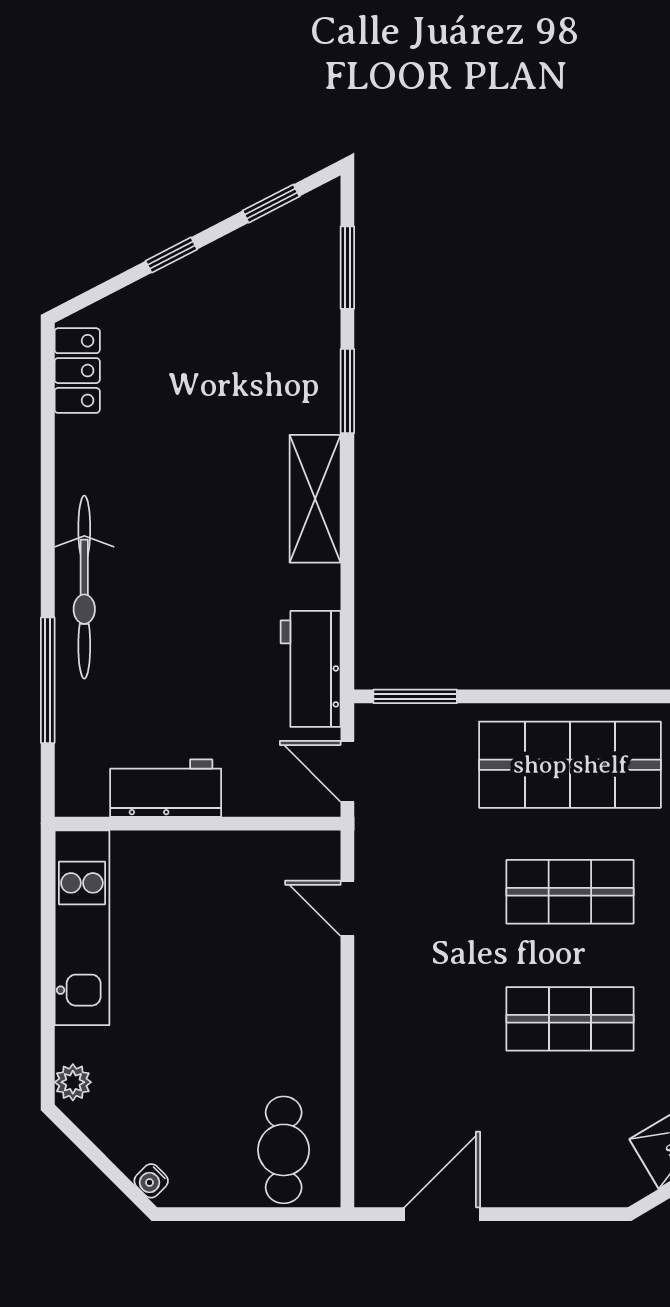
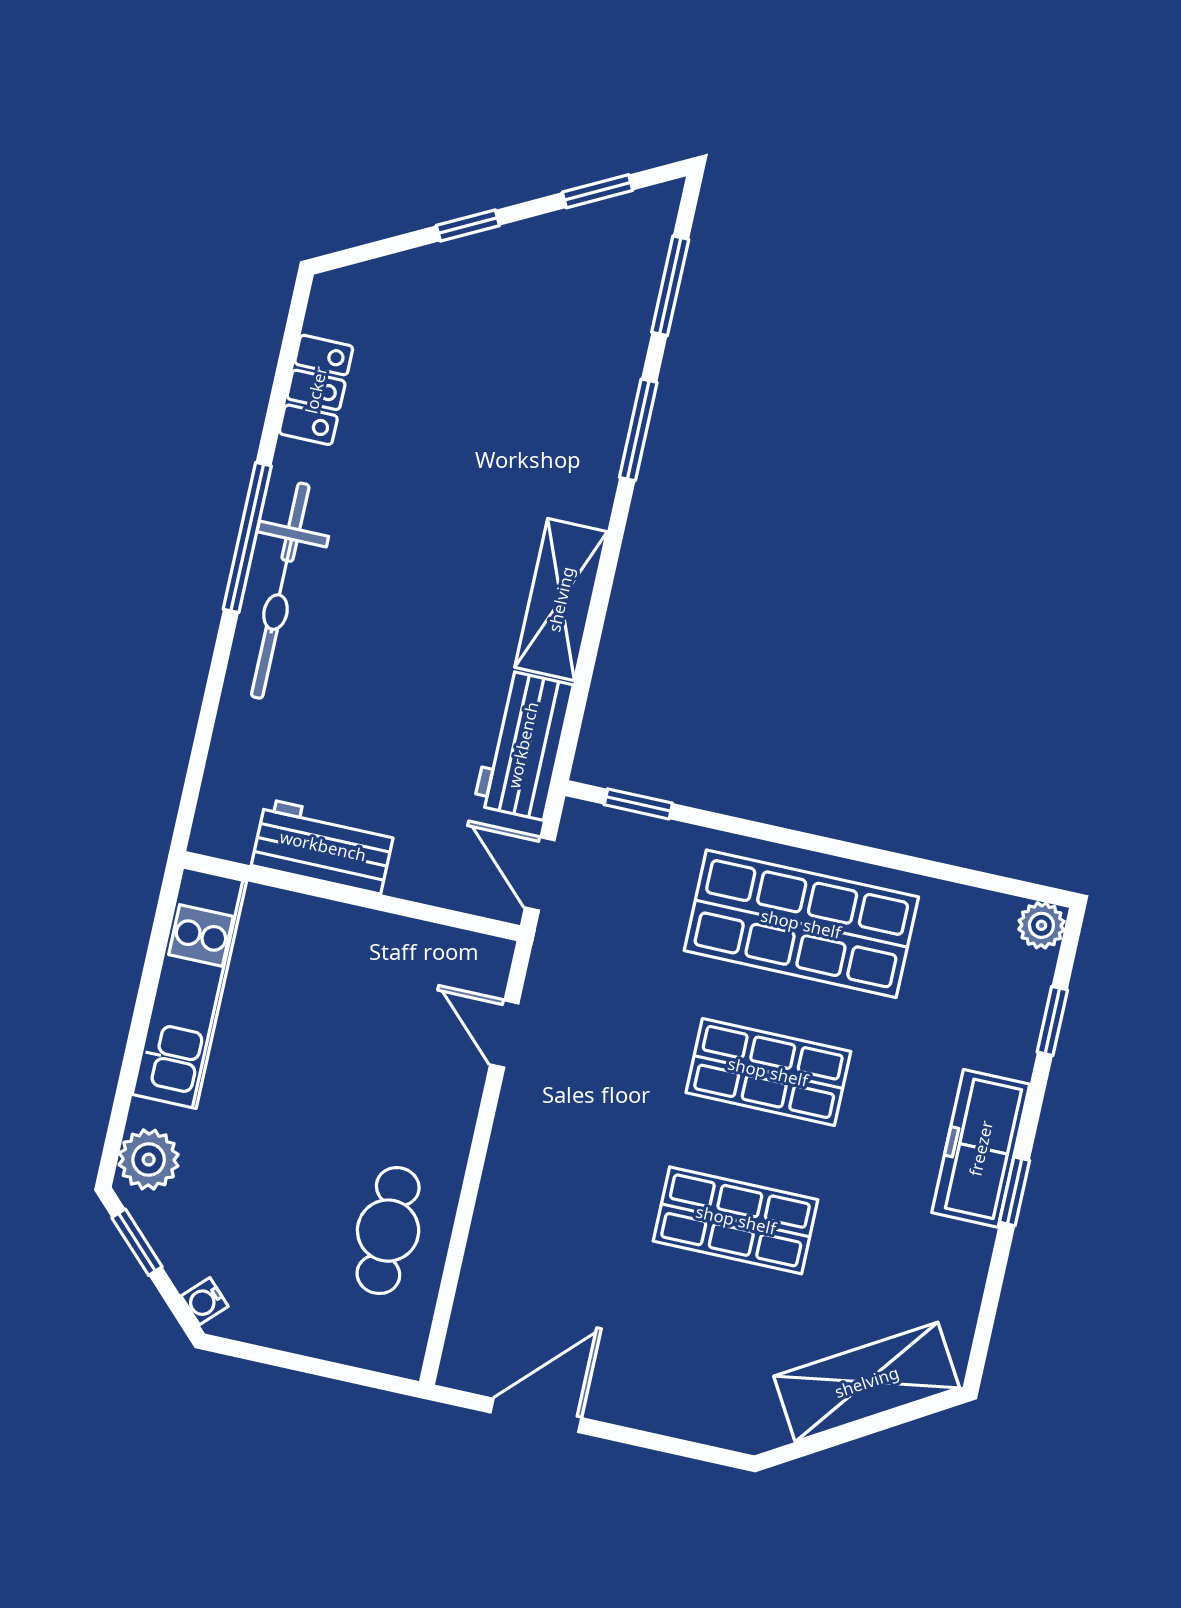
locker: (77, 371) -> (316, 390), moved
shelving: (315, 499) -> (561, 599), moved
window: (48, 680) -> (247, 538), moved
window: (415, 696) -> (638, 804), width x0.67
plant: (73, 1082) -> (149, 1160), width x1.38, depth x1.38
window: (85, 1145) -> (137, 1242), added
cafe table: (284, 1150) -> (388, 1231), moved

